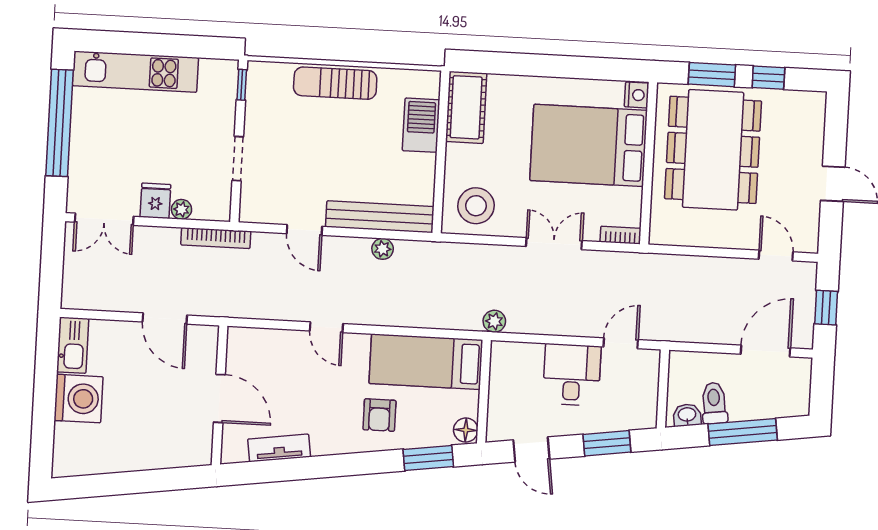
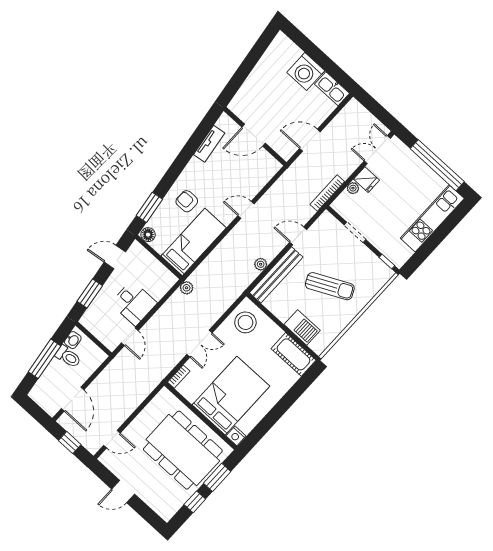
sun lounger: (335, 83) -> (330, 286), moved, turned 64

